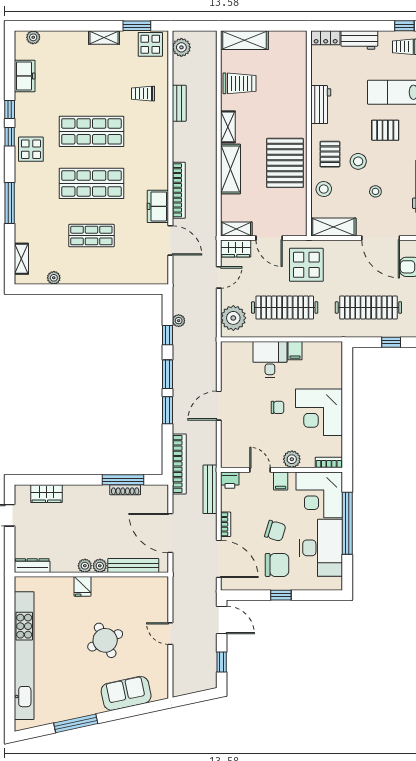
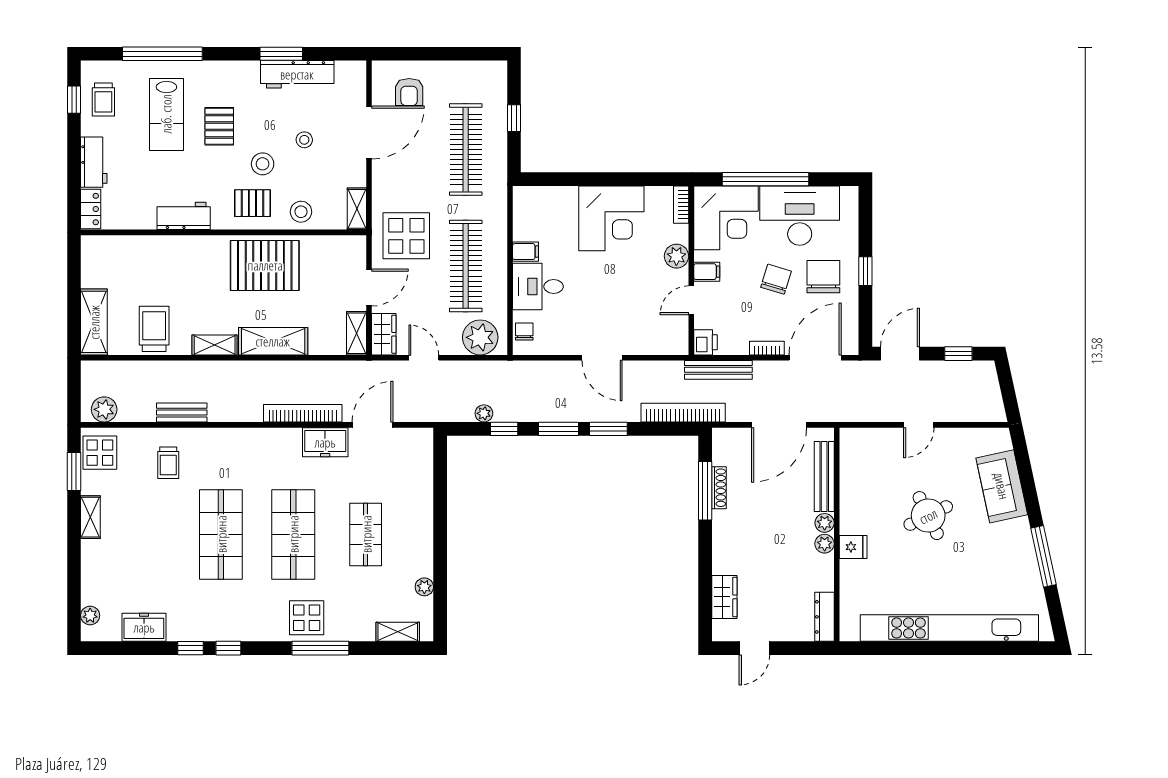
display table: (31, 149) -> (307, 618), moved
shelving: (333, 227) -> (357, 209), width x0.67, depth x0.75
chair: (277, 407) -> (524, 331), moved

